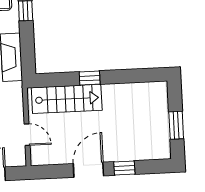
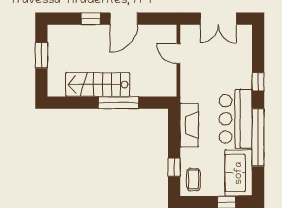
window: (90, 78) -> (118, 103), width x2.17
stairs: (67, 99) -> (98, 85), moved

